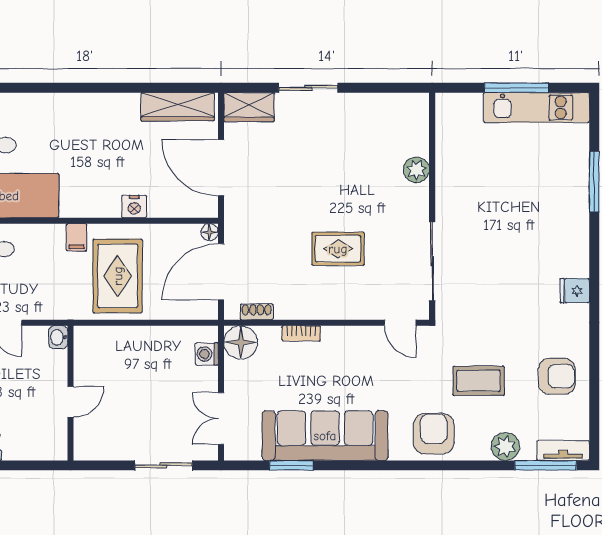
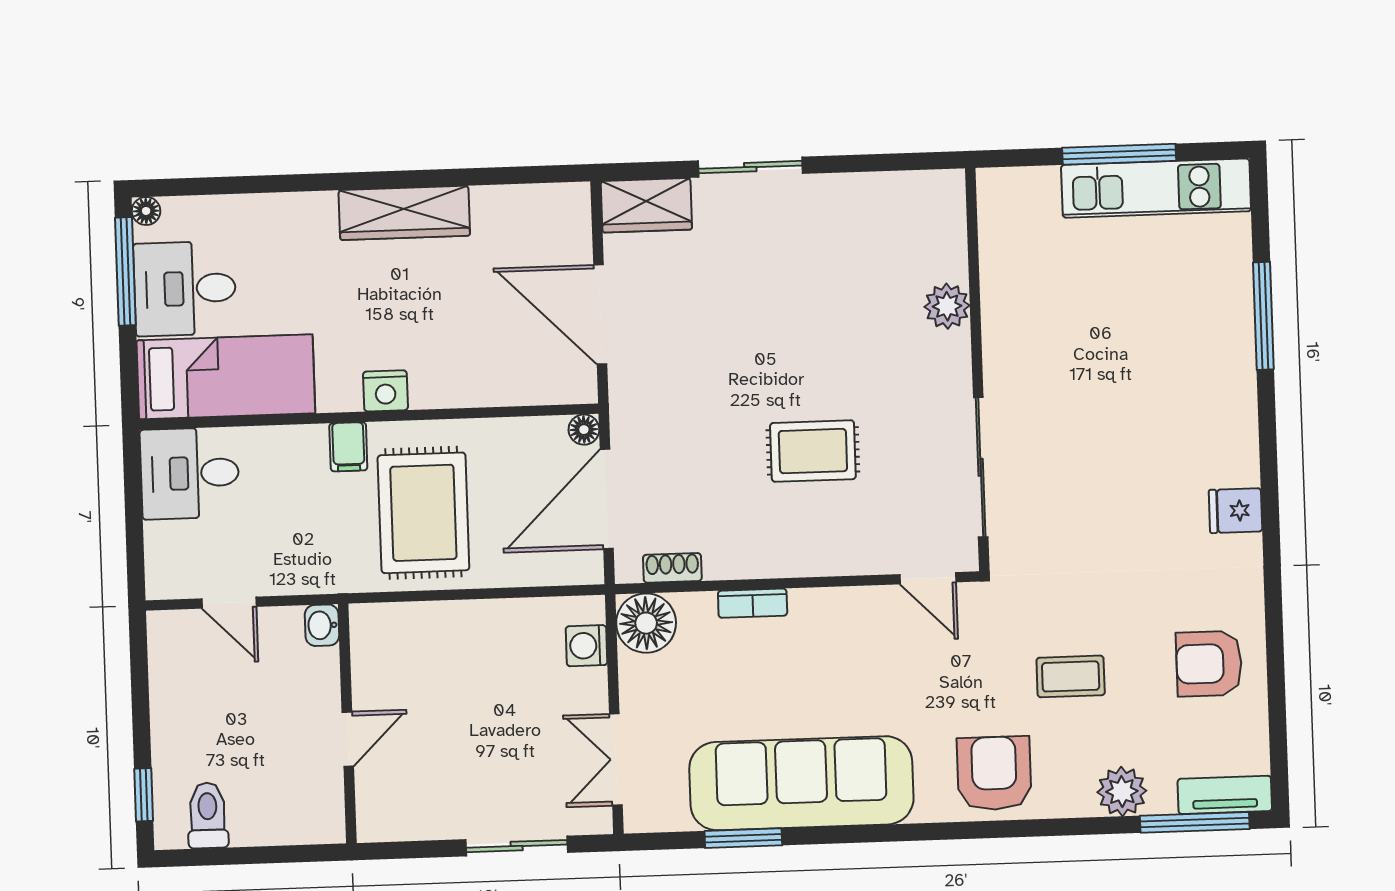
wardrobe: (178, 107) -> (404, 213), moved
nightstand: (134, 207) -> (385, 391), moved
armchair: (557, 376) -> (1209, 664), turned 180
coffee table: (479, 381) -> (1071, 676), width x0.73, depth x0.77

